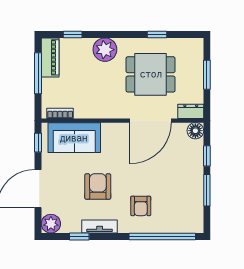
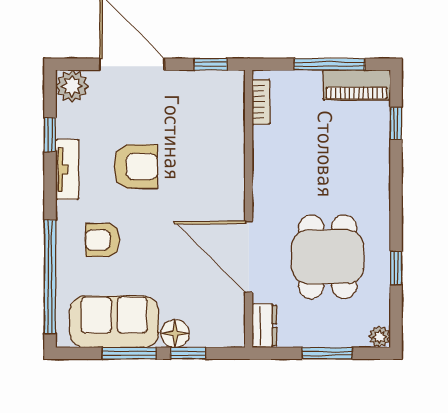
plant: (105, 50) -> (379, 337), moved, width x0.53, depth x0.53
floor lamp: (195, 131) -> (175, 334), moved
sofa: (74, 138) -> (114, 322), moved, turned 90

